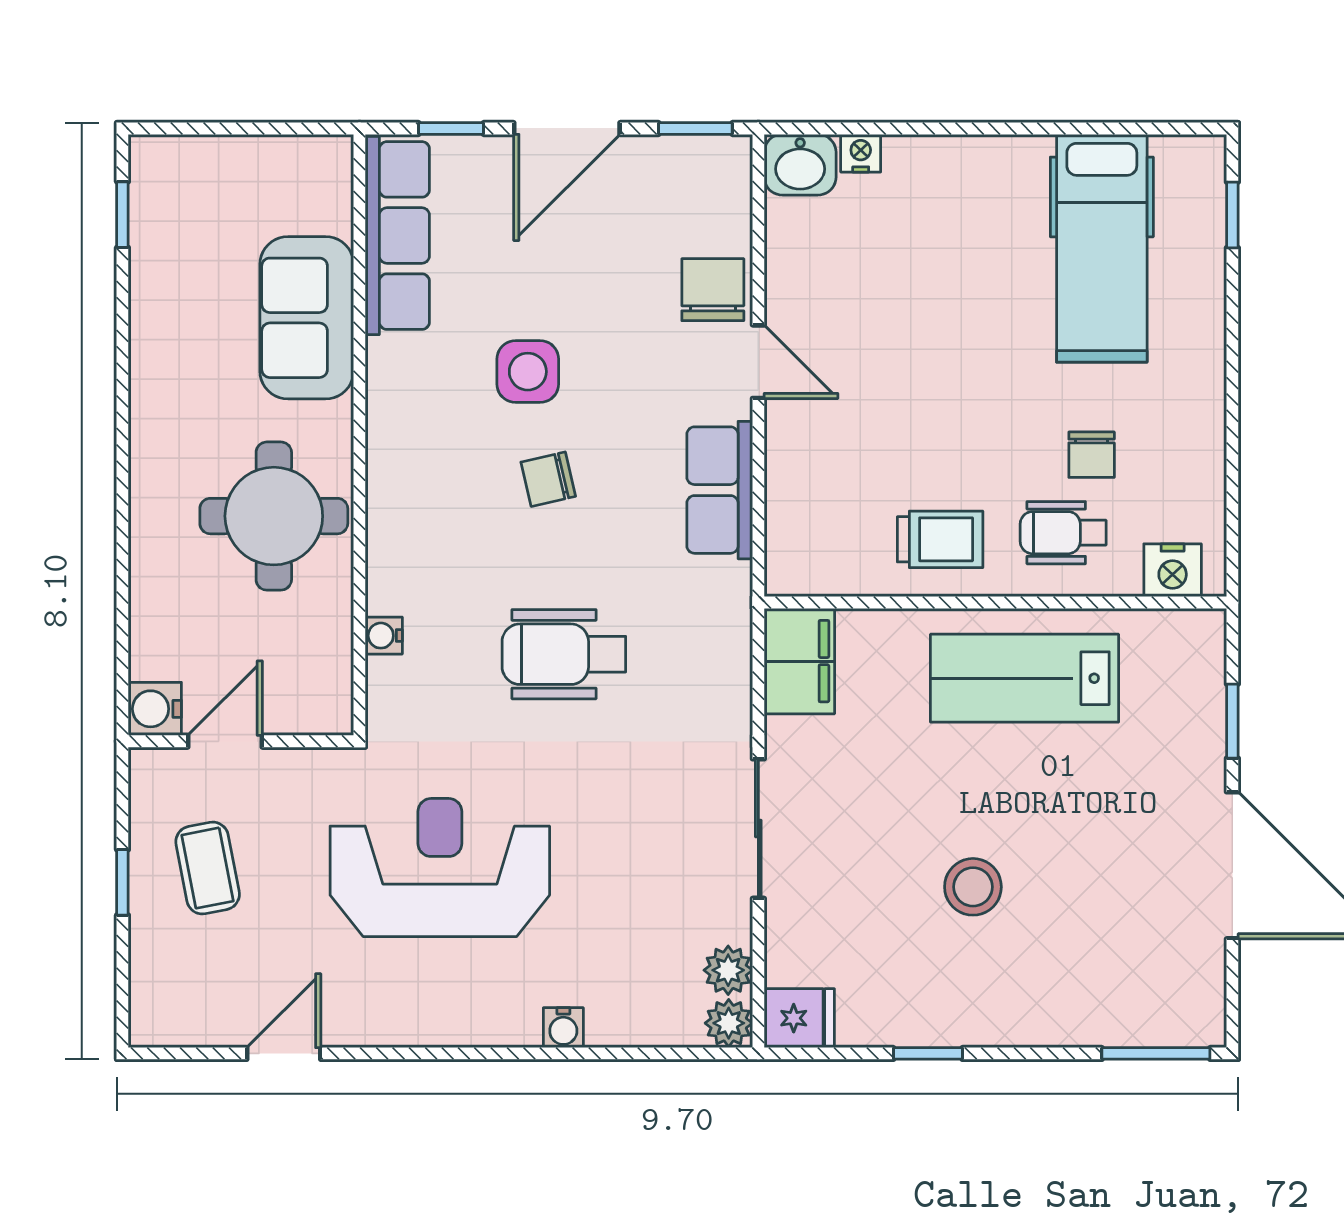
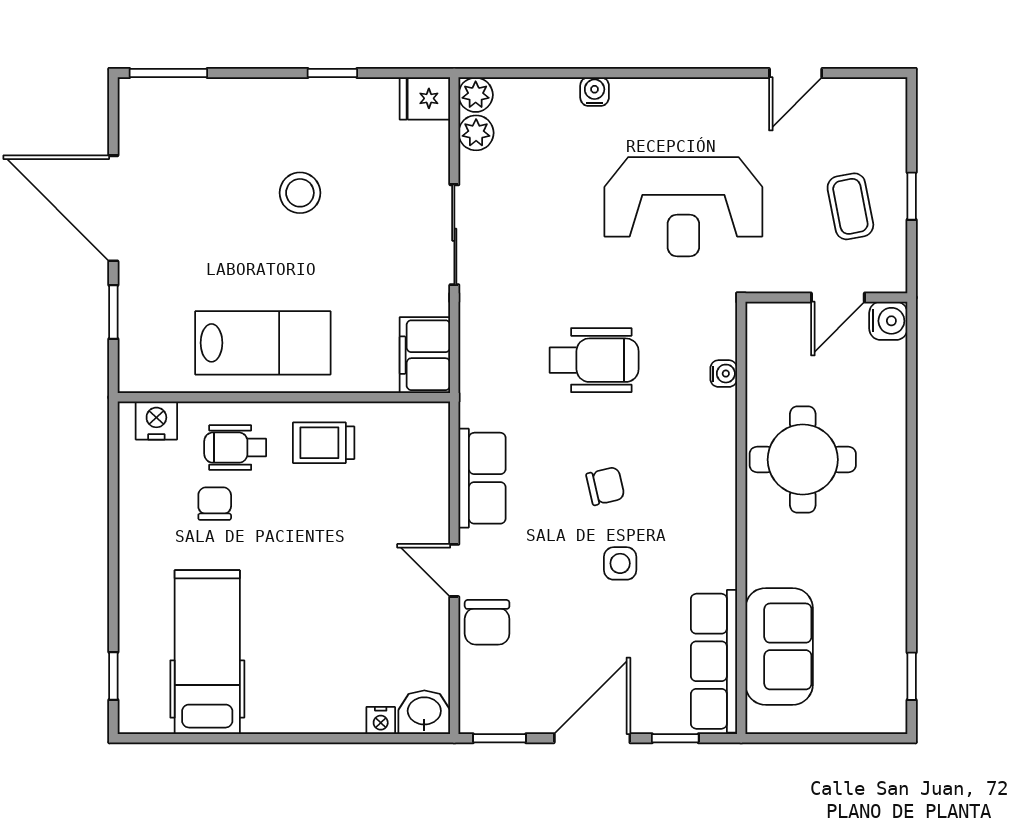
sofa: (307, 318) -> (779, 646), moved
side table: (528, 372) -> (620, 563), width x0.73, depth x0.73
wheelchair: (1063, 533) -> (235, 448), turned 180

